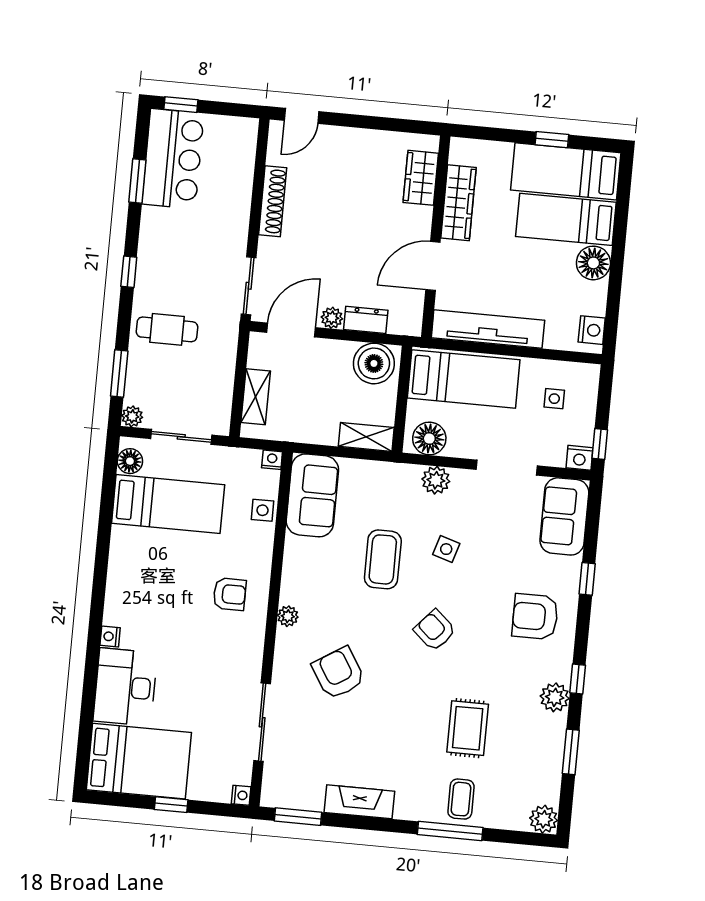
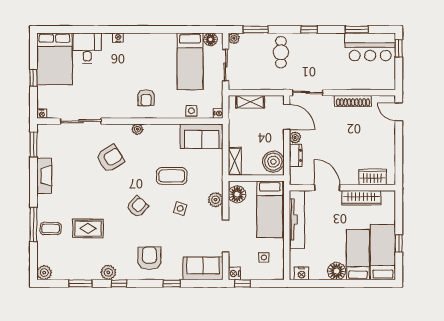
desk: (125, 687) -> (87, 48), width x0.73

